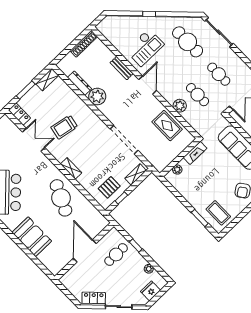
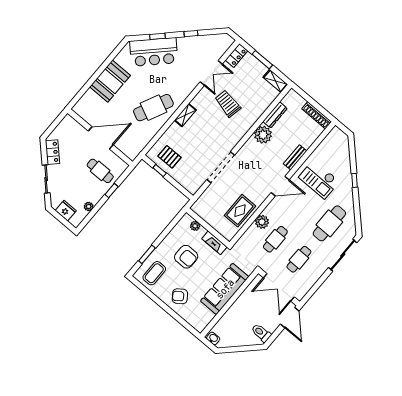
shelving: (136, 174) -> (186, 183), removed
armchair: (206, 181) -> (186, 257), added

